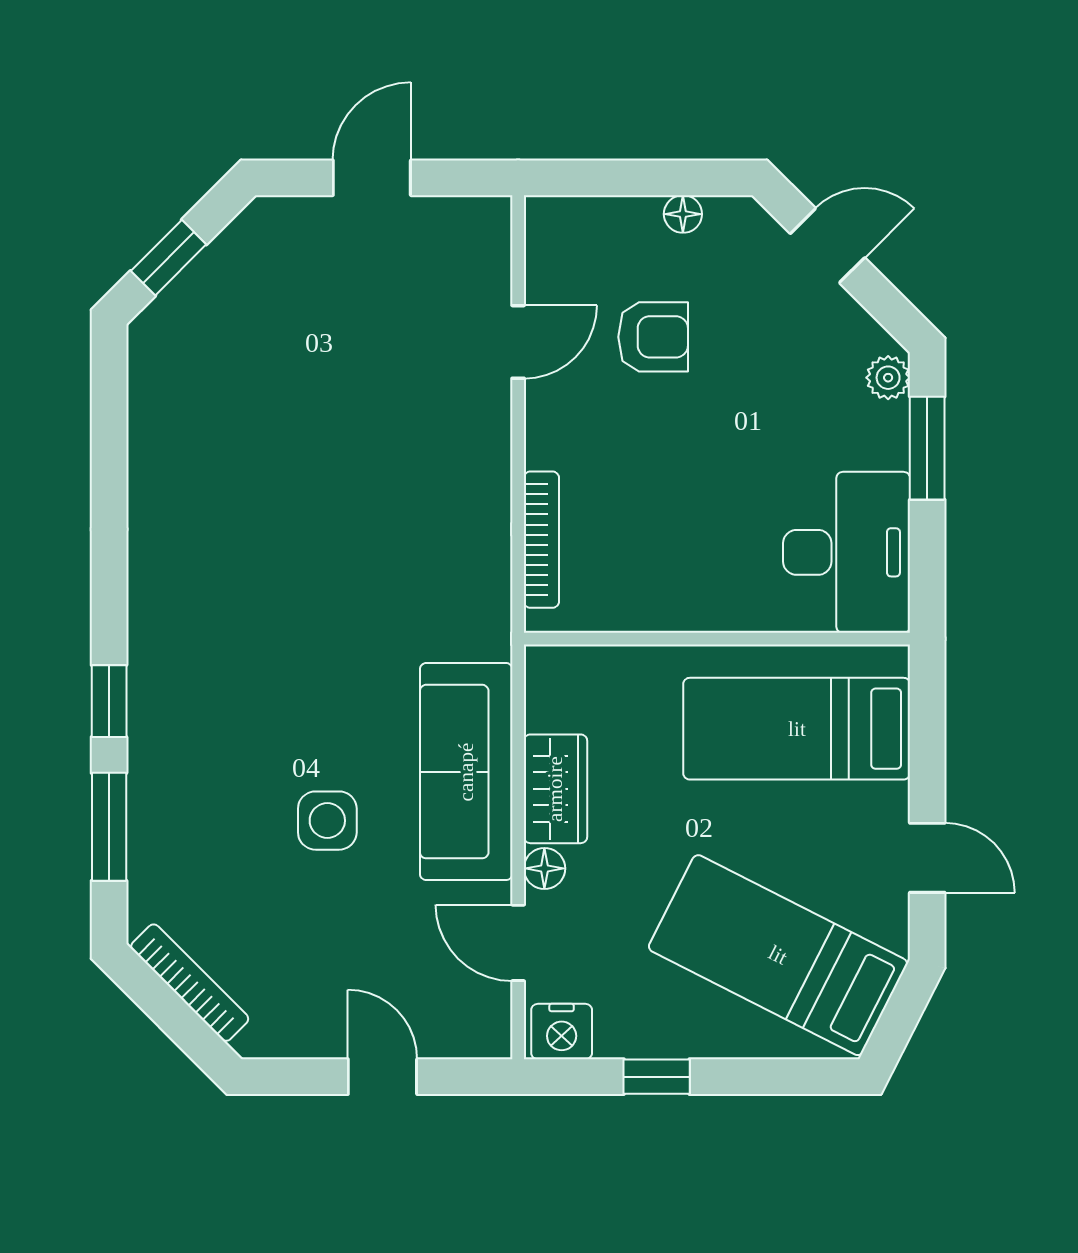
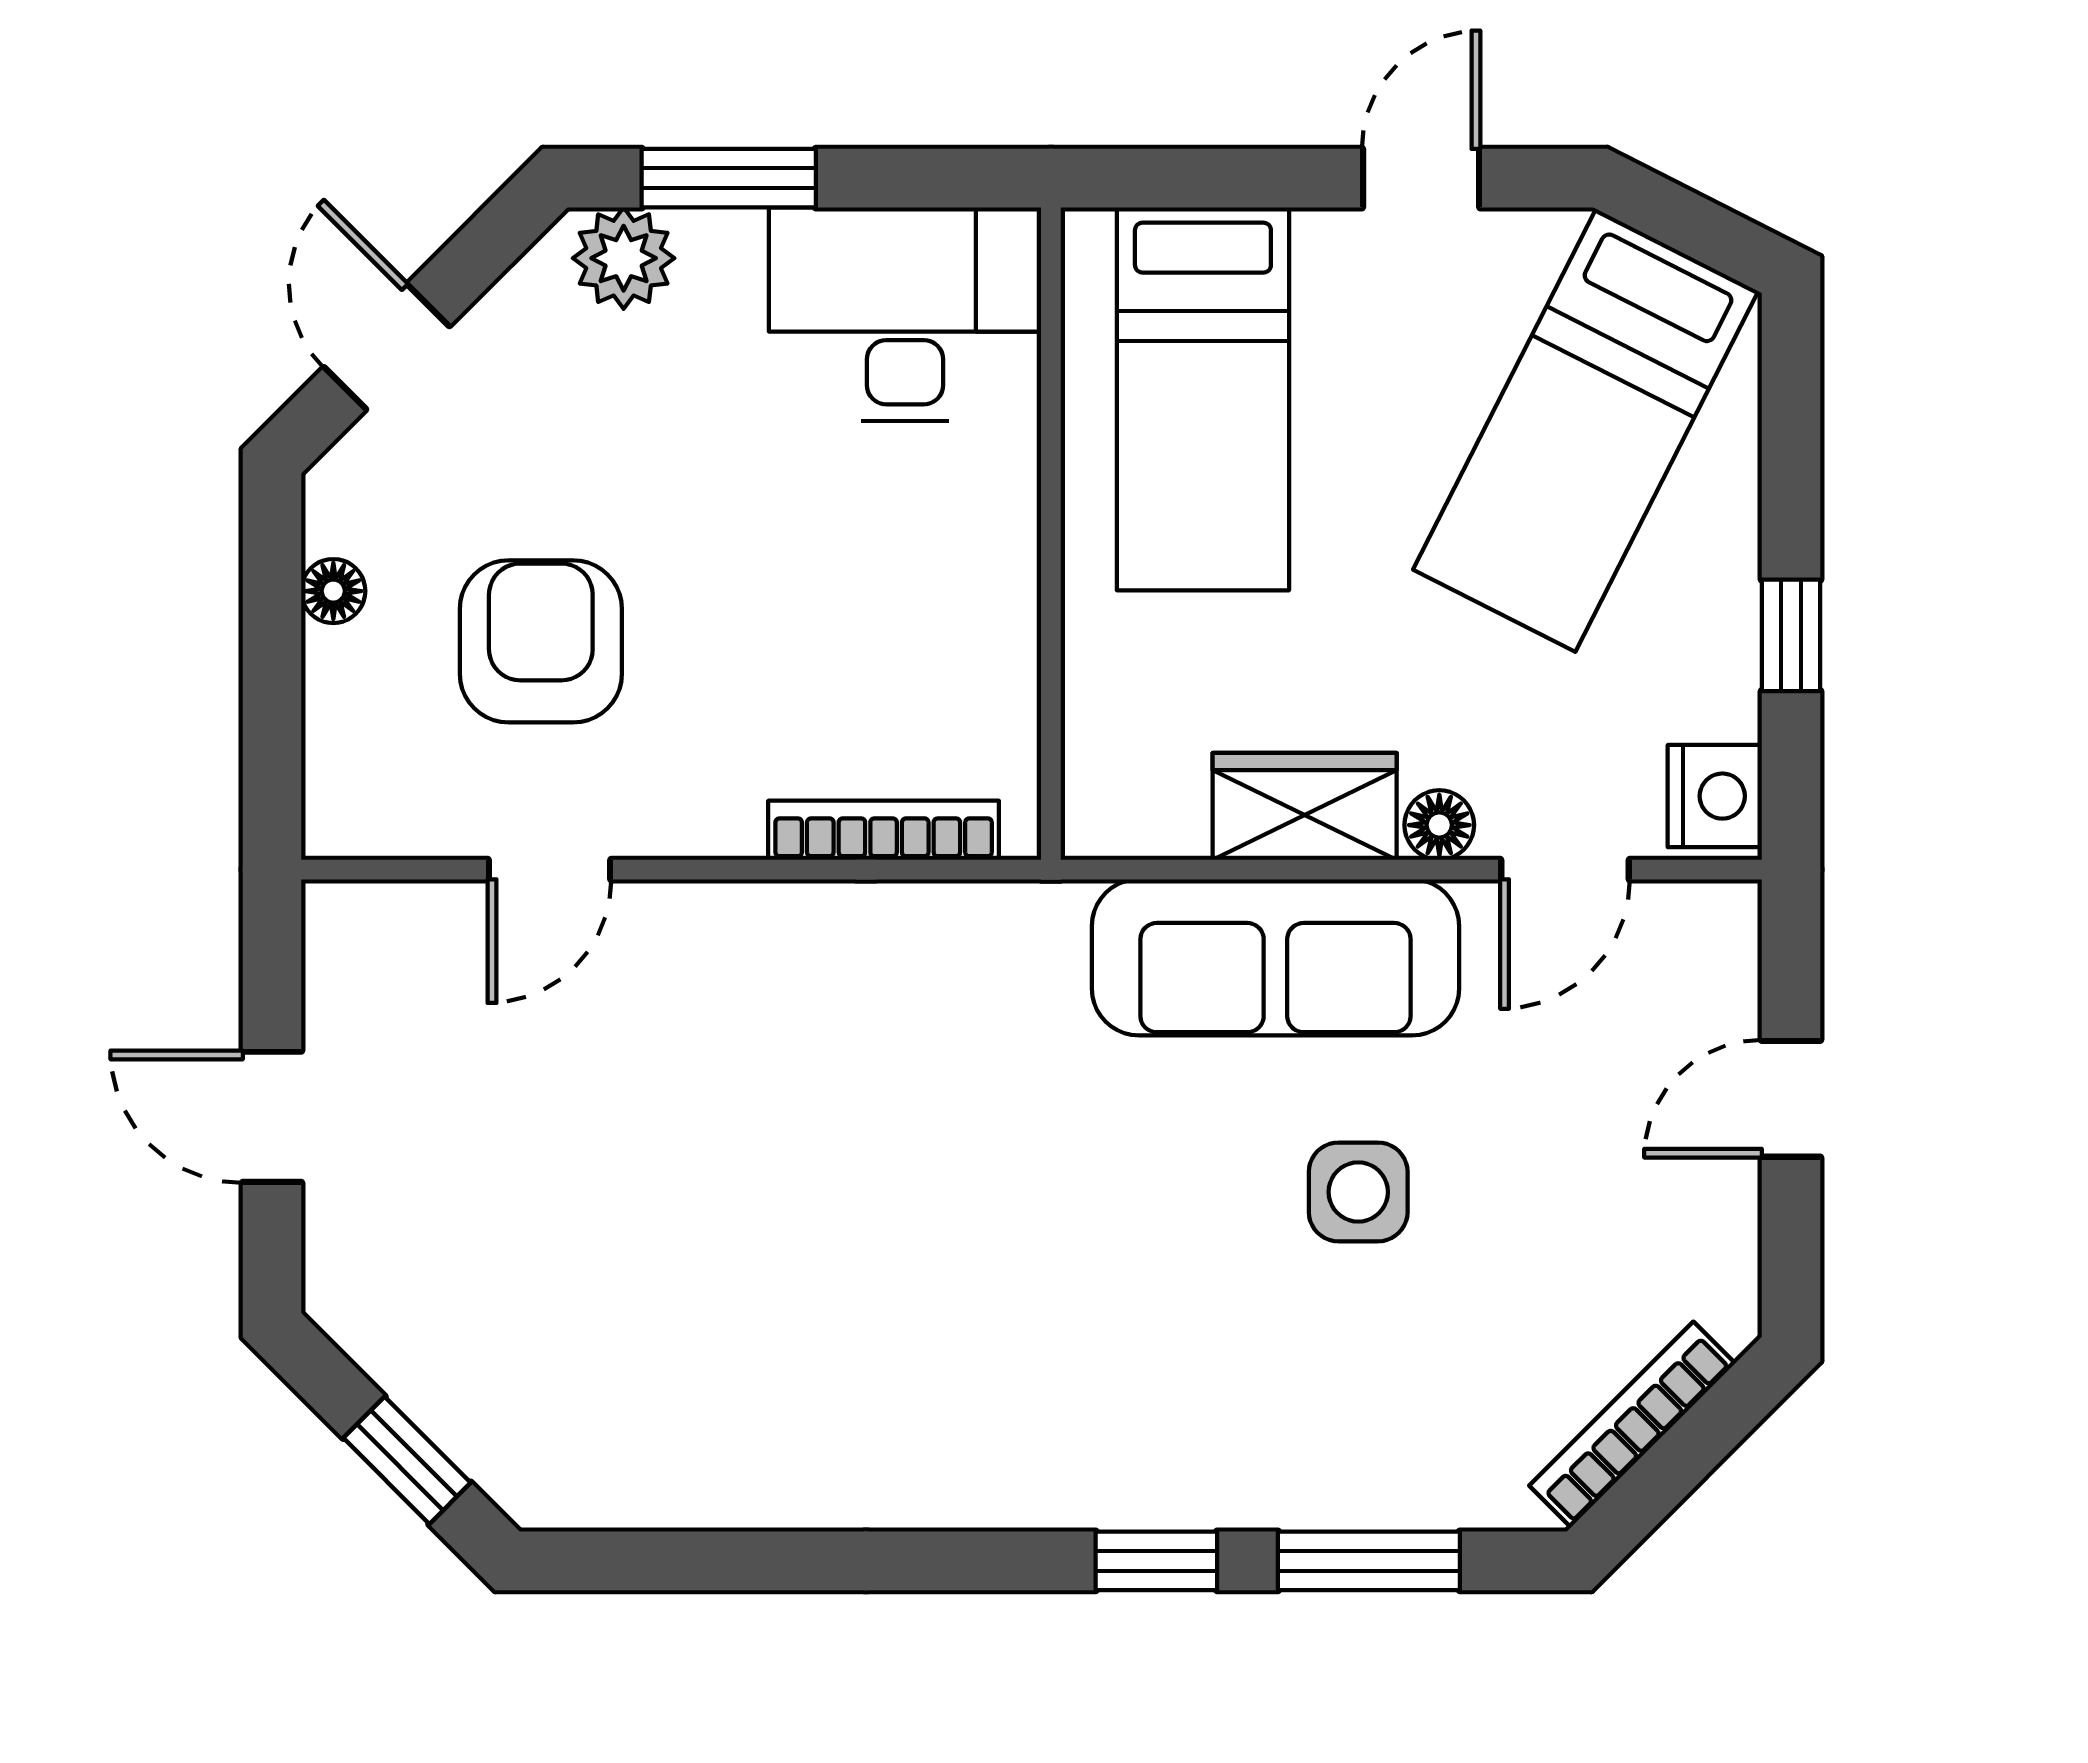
armchair: (653, 337) -> (541, 641), width x1.38, depth x1.38
door: (518, 342) -> (549, 870), swing flipped
plant: (888, 378) -> (624, 258), width x1.38, depth x1.38

